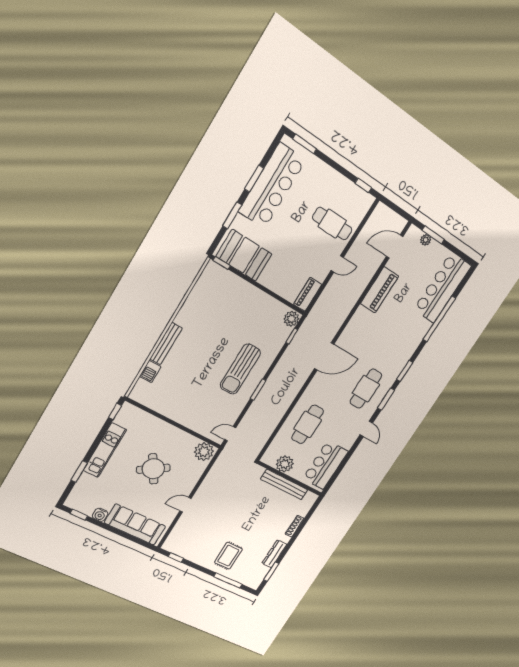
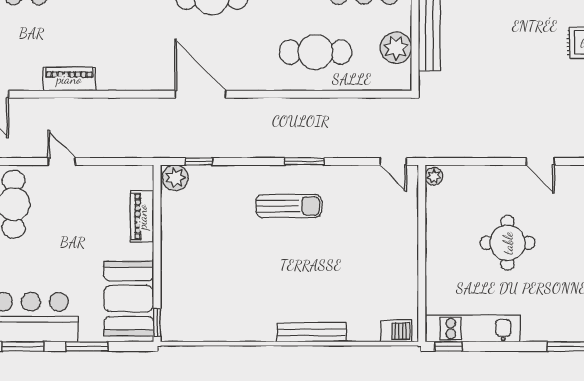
piano: (379, 290) -> (69, 79), width x0.73, depth x0.75
piano: (308, 294) -> (142, 217), moved, turned 90
sun lounger: (240, 369) -> (289, 206), width x0.73, depth x0.75
barbecue: (150, 371) -> (396, 331), moved
kitchen unit: (105, 450) -> (473, 329), moved
plant: (204, 452) -> (434, 176), width x0.53, depth x0.53
round table: (153, 469) -> (508, 243), turned 32

